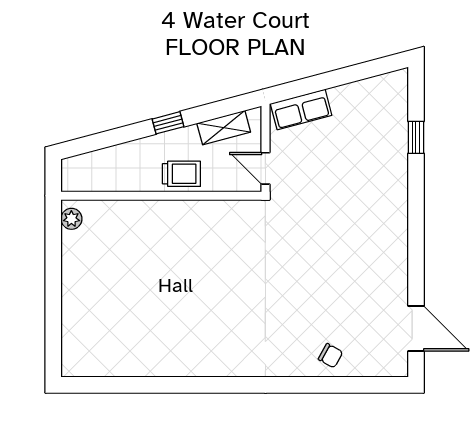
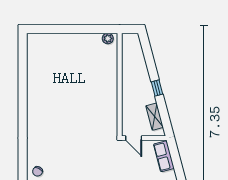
door: (265, 168) -> (134, 138), swing flipped
trolley: (181, 174) -> (131, 95), removed

